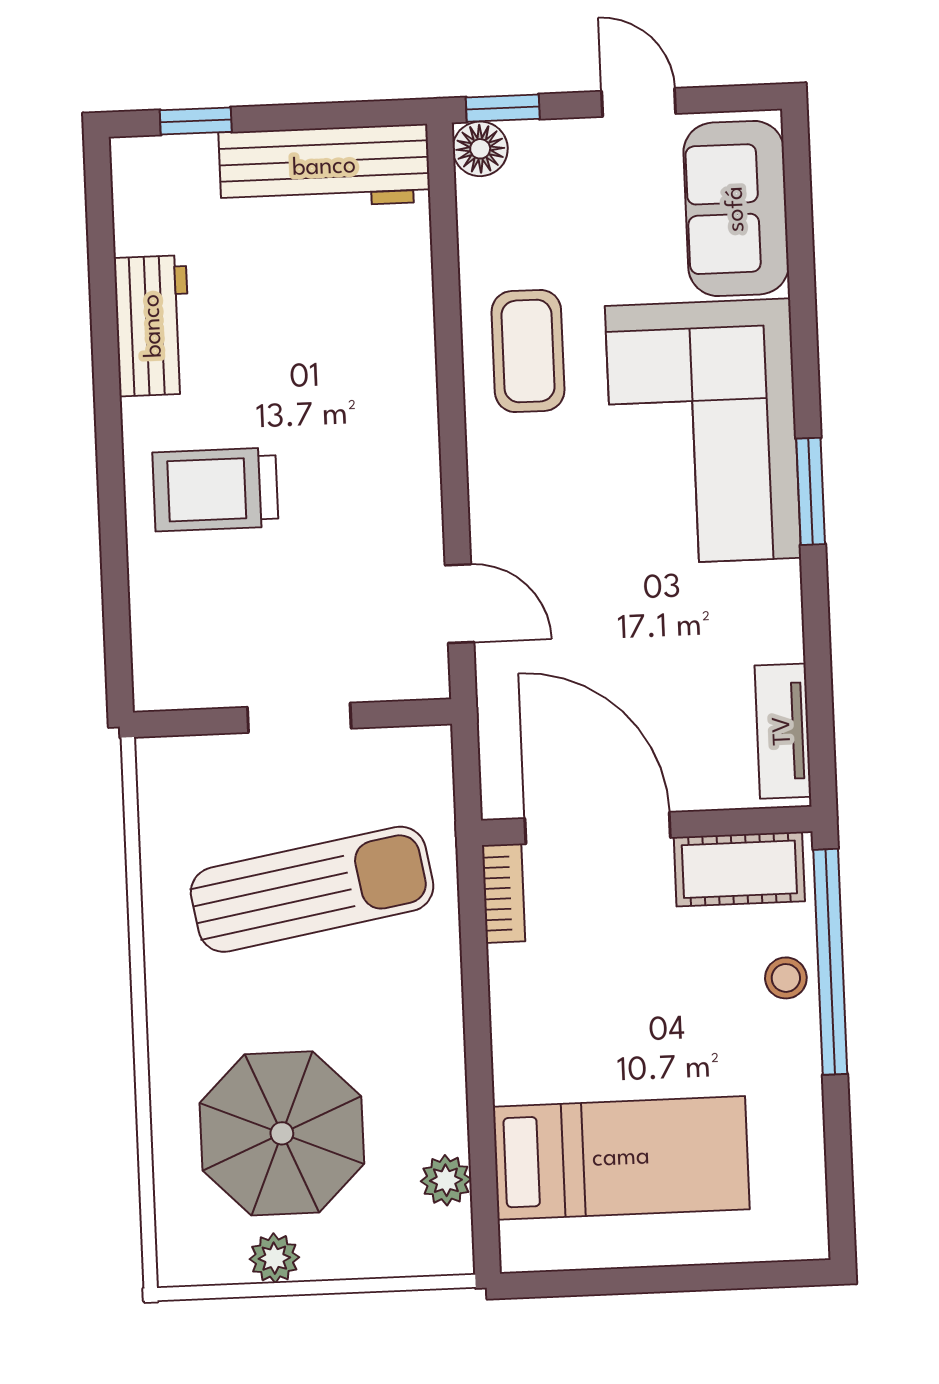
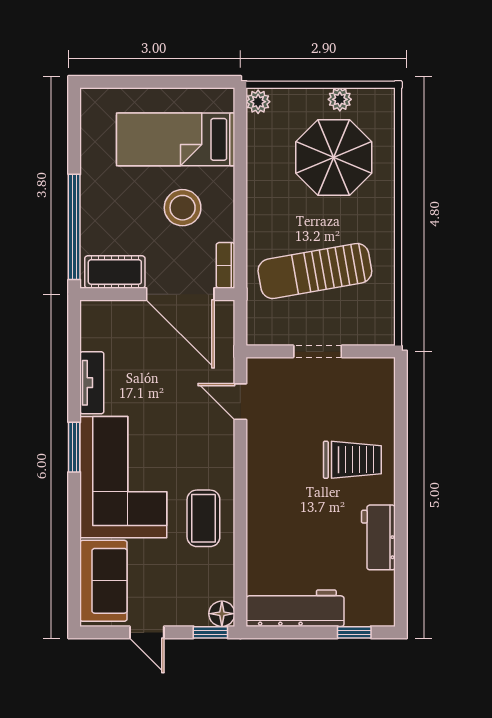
tv unit: (783, 731) -> (92, 383), moved
stool: (786, 978) -> (183, 208), moved, width x1.89, depth x1.89
plant: (446, 1180) -> (258, 102), moved

